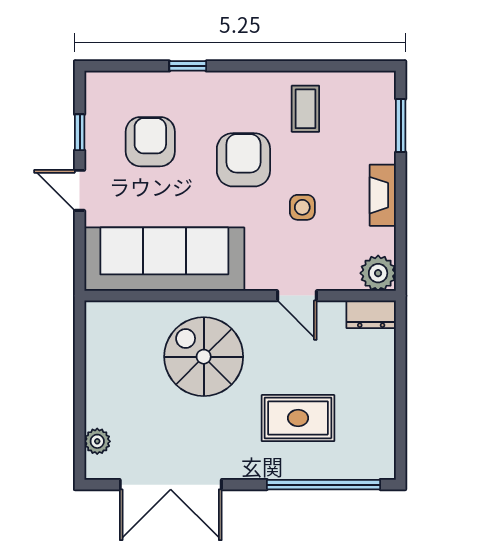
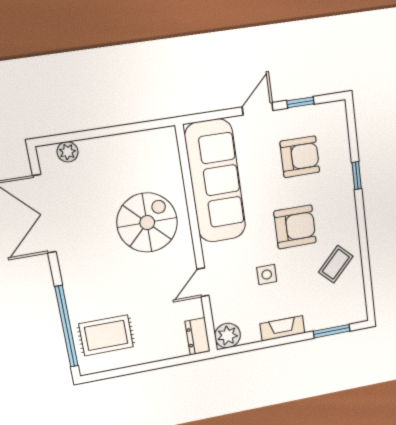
coffee table: (305, 109) -> (336, 264), turned -46
rug: (298, 418) -> (106, 335), moved, turned 90

